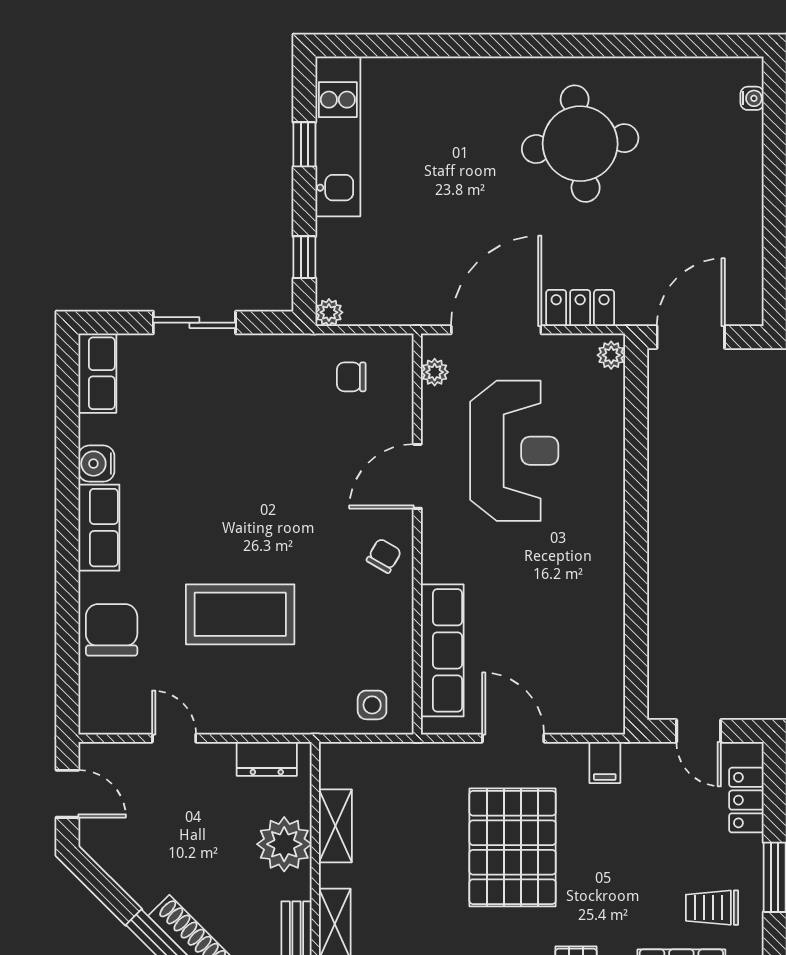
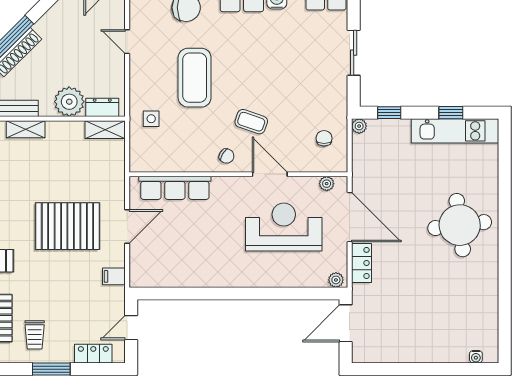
round table: (580, 144) -> (460, 225), moved
door: (691, 337) -> (346, 323), swing flipped
reception desk: (514, 451) -> (284, 227), turned 180
coffee table: (321, 510) -> (251, 122), added
side table: (372, 705) -> (151, 119), moved
door: (174, 738) -> (127, 42), swing flipped
dresser: (267, 759) -> (102, 107), moved, turned 90
shelving: (335, 826) -> (105, 130), moved
trolley: (712, 908) -> (35, 335), turned 180

